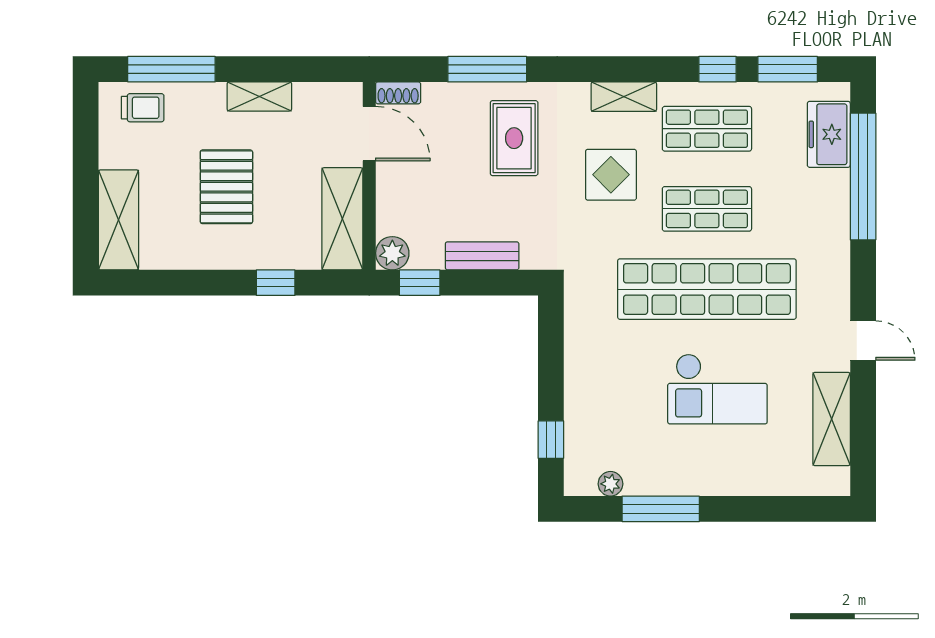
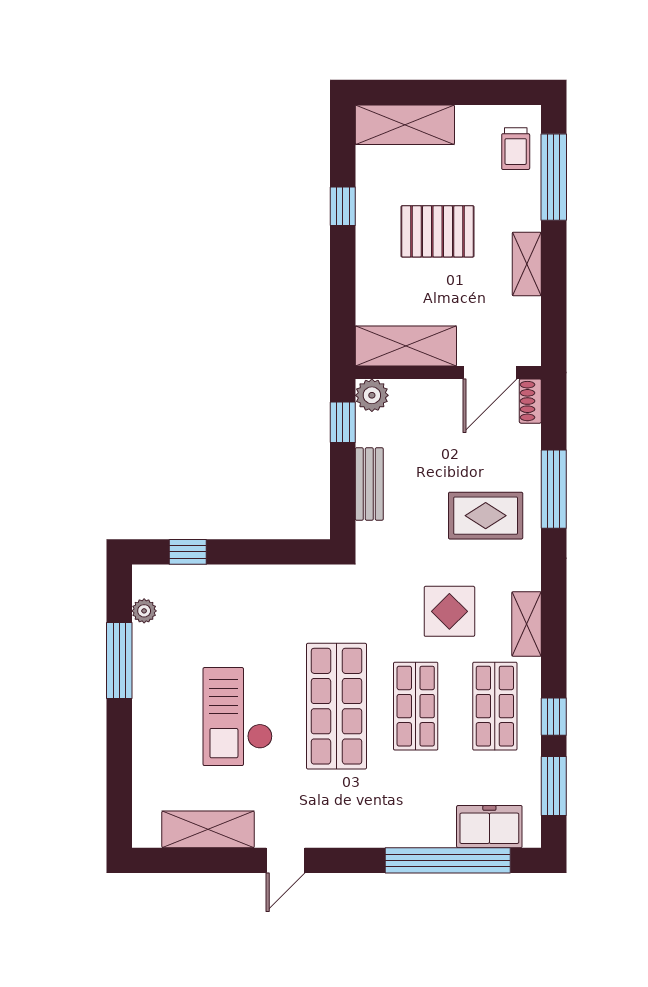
window: (276, 283) -> (343, 206), moved
shop shelf: (707, 289) -> (337, 706), width x0.71

